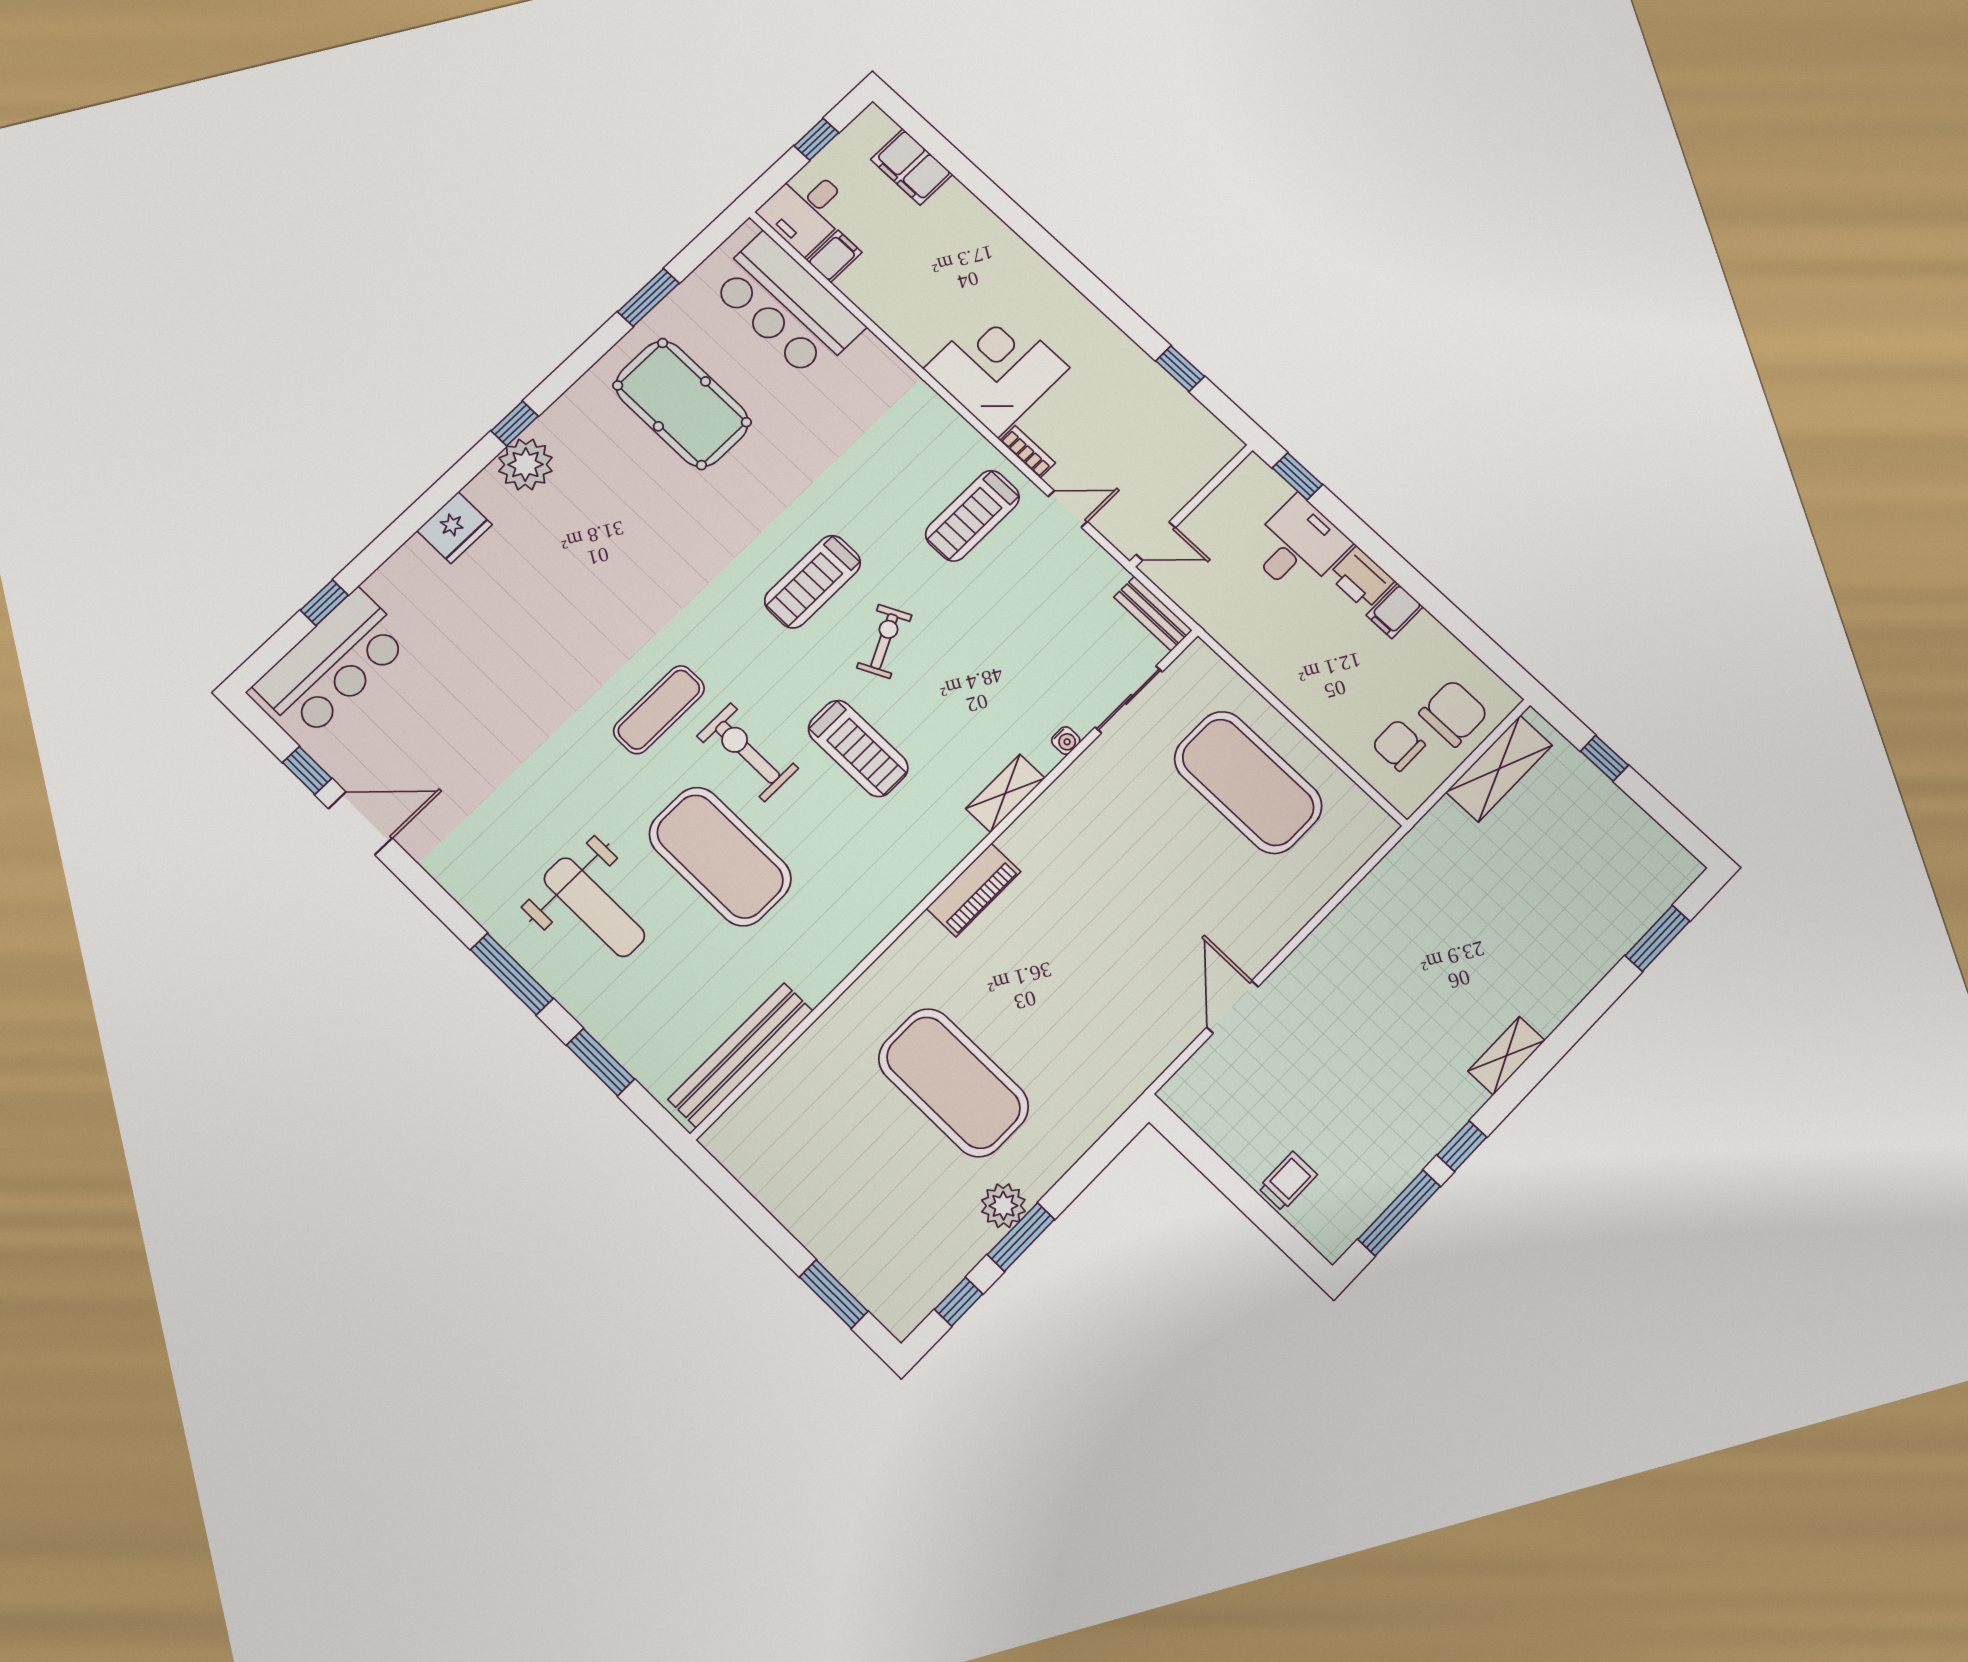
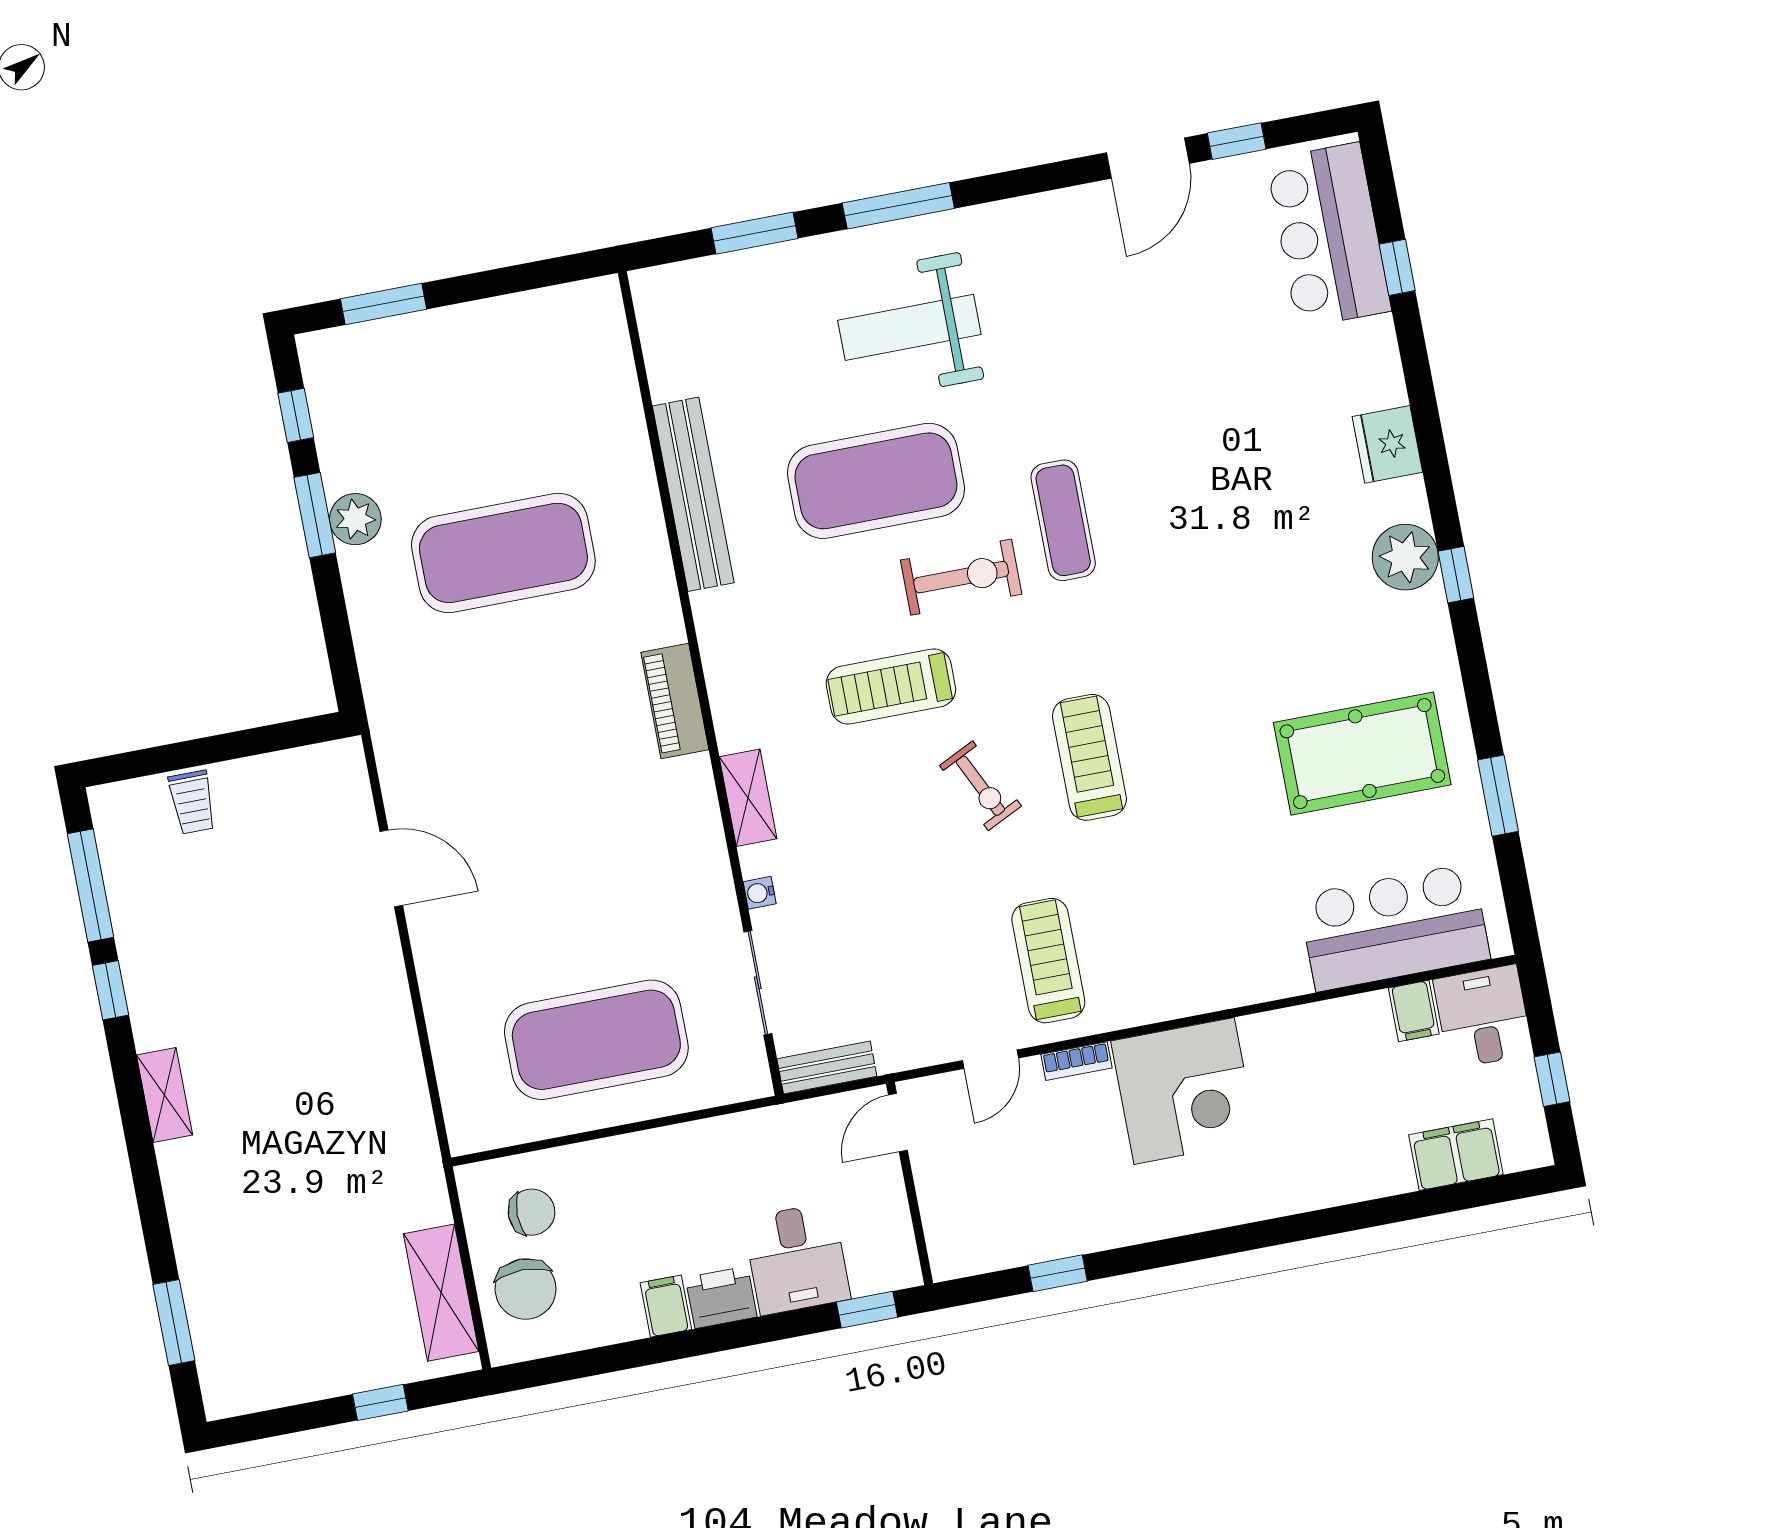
bench: (741, 1055) -> (693, 494), moved

